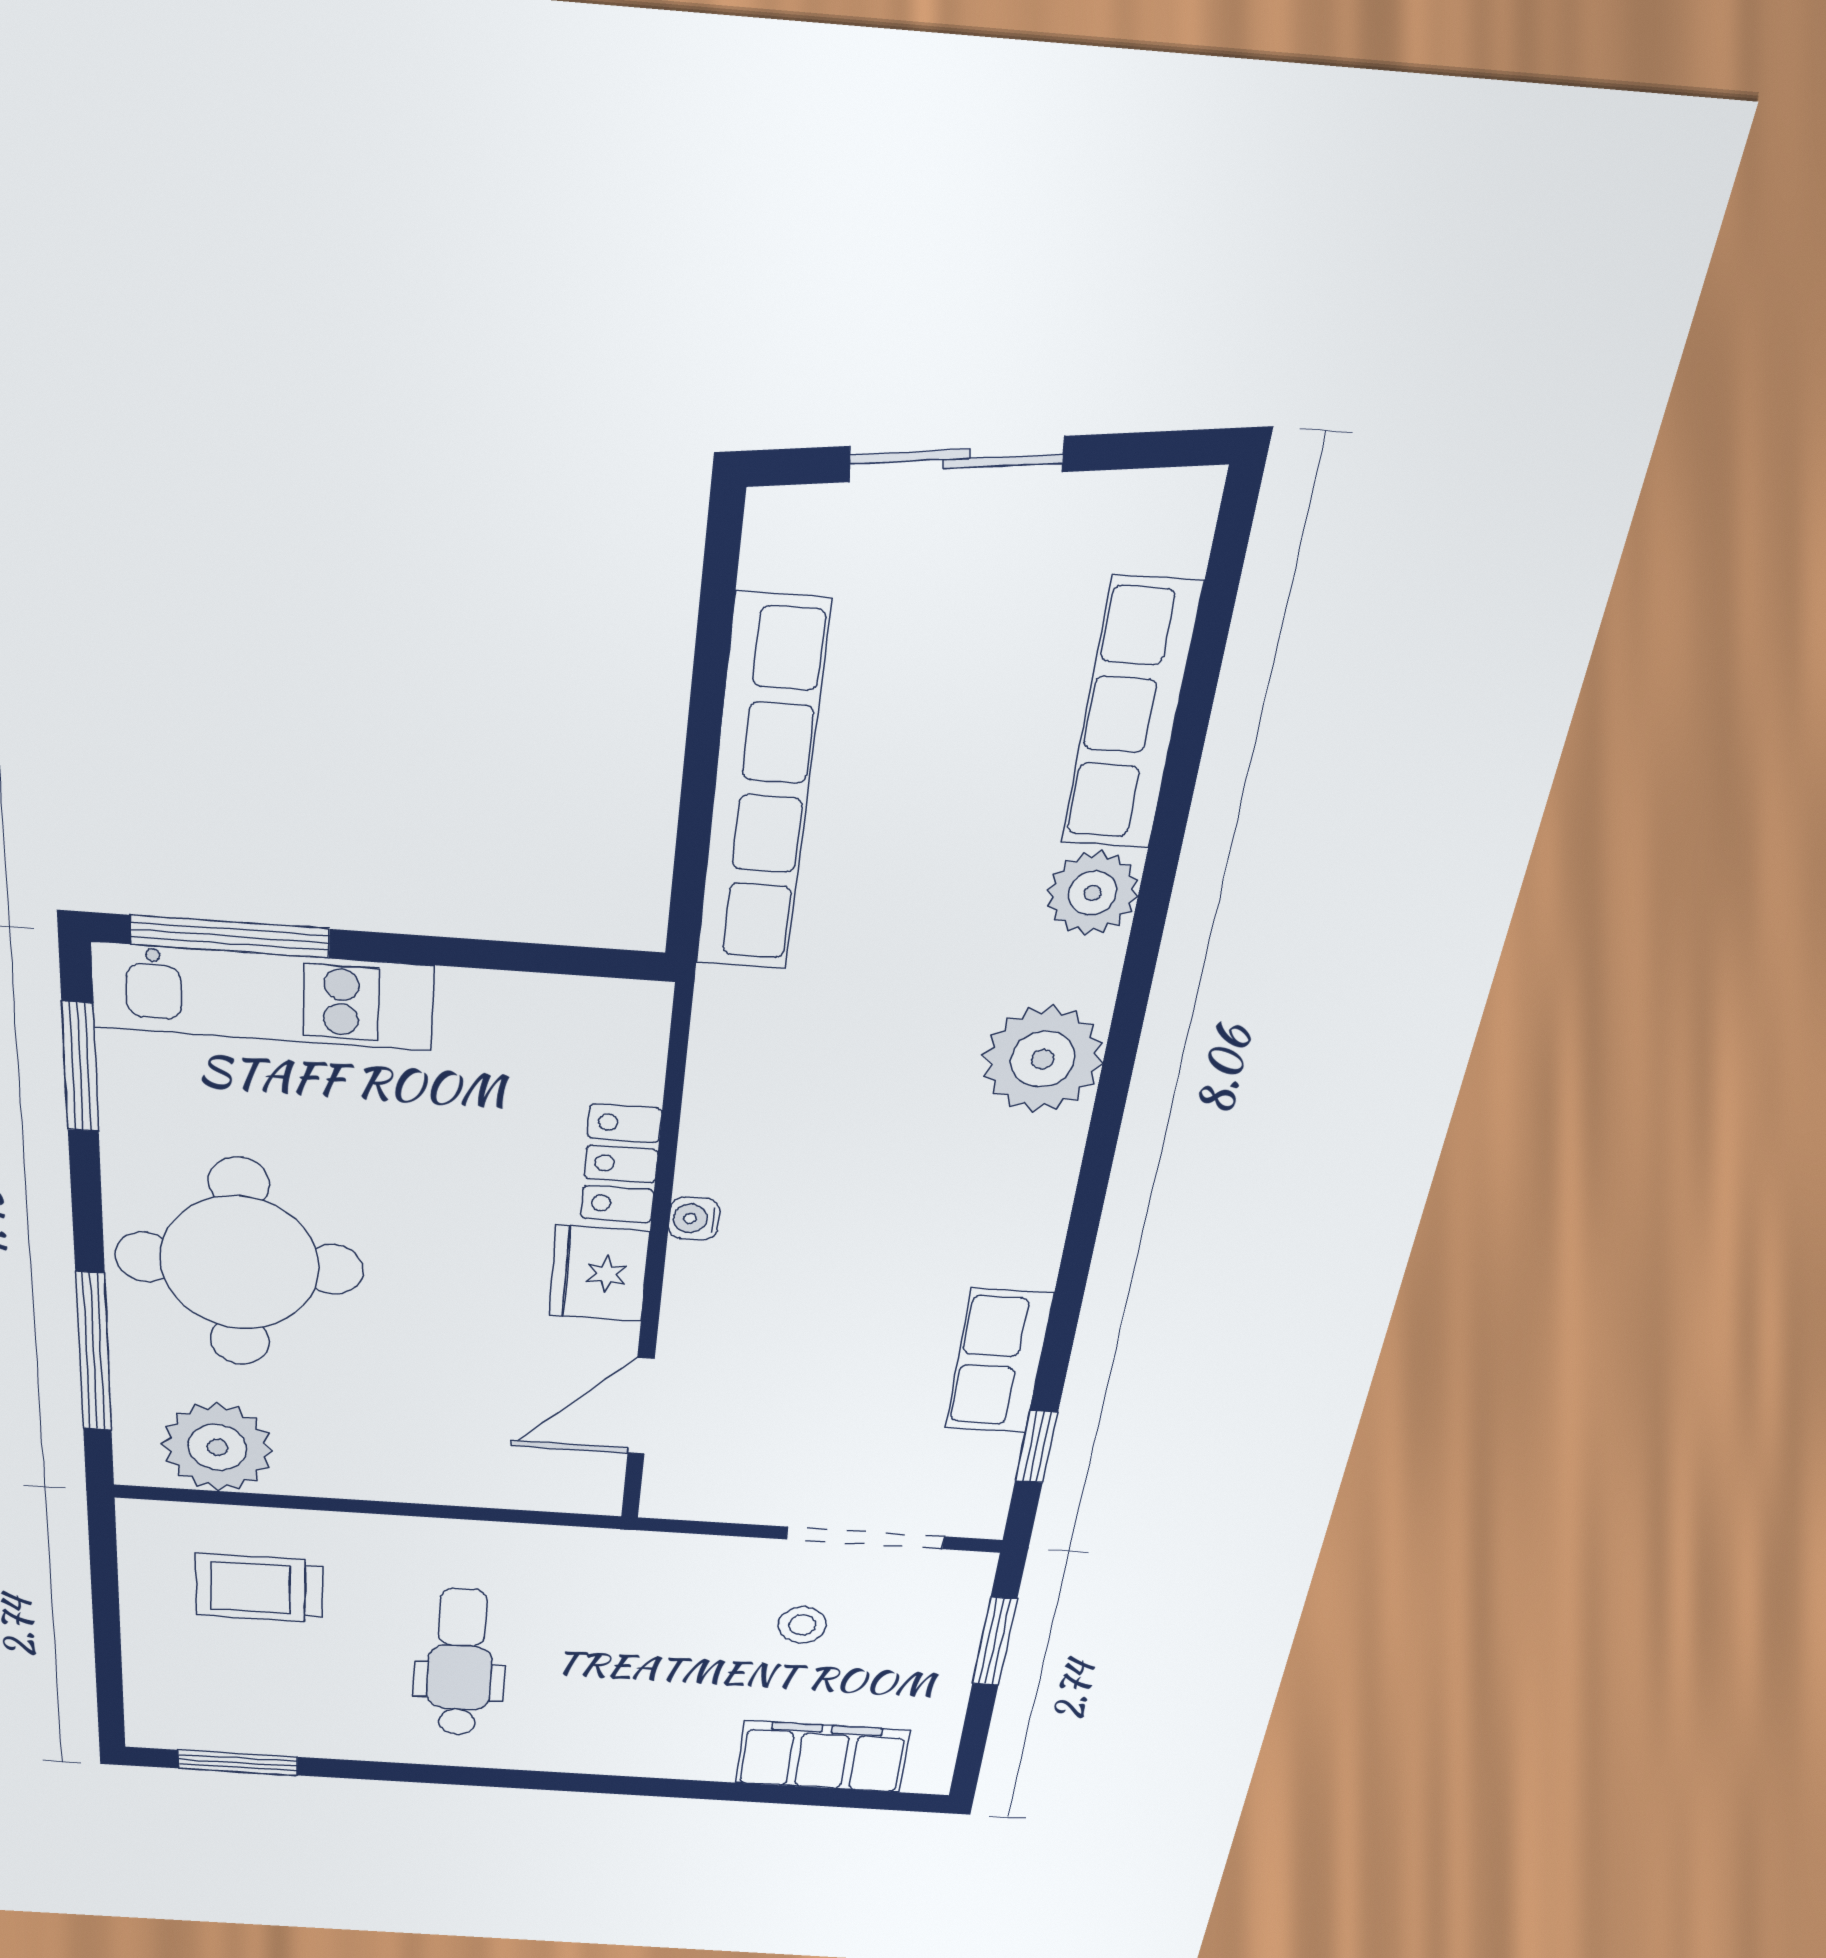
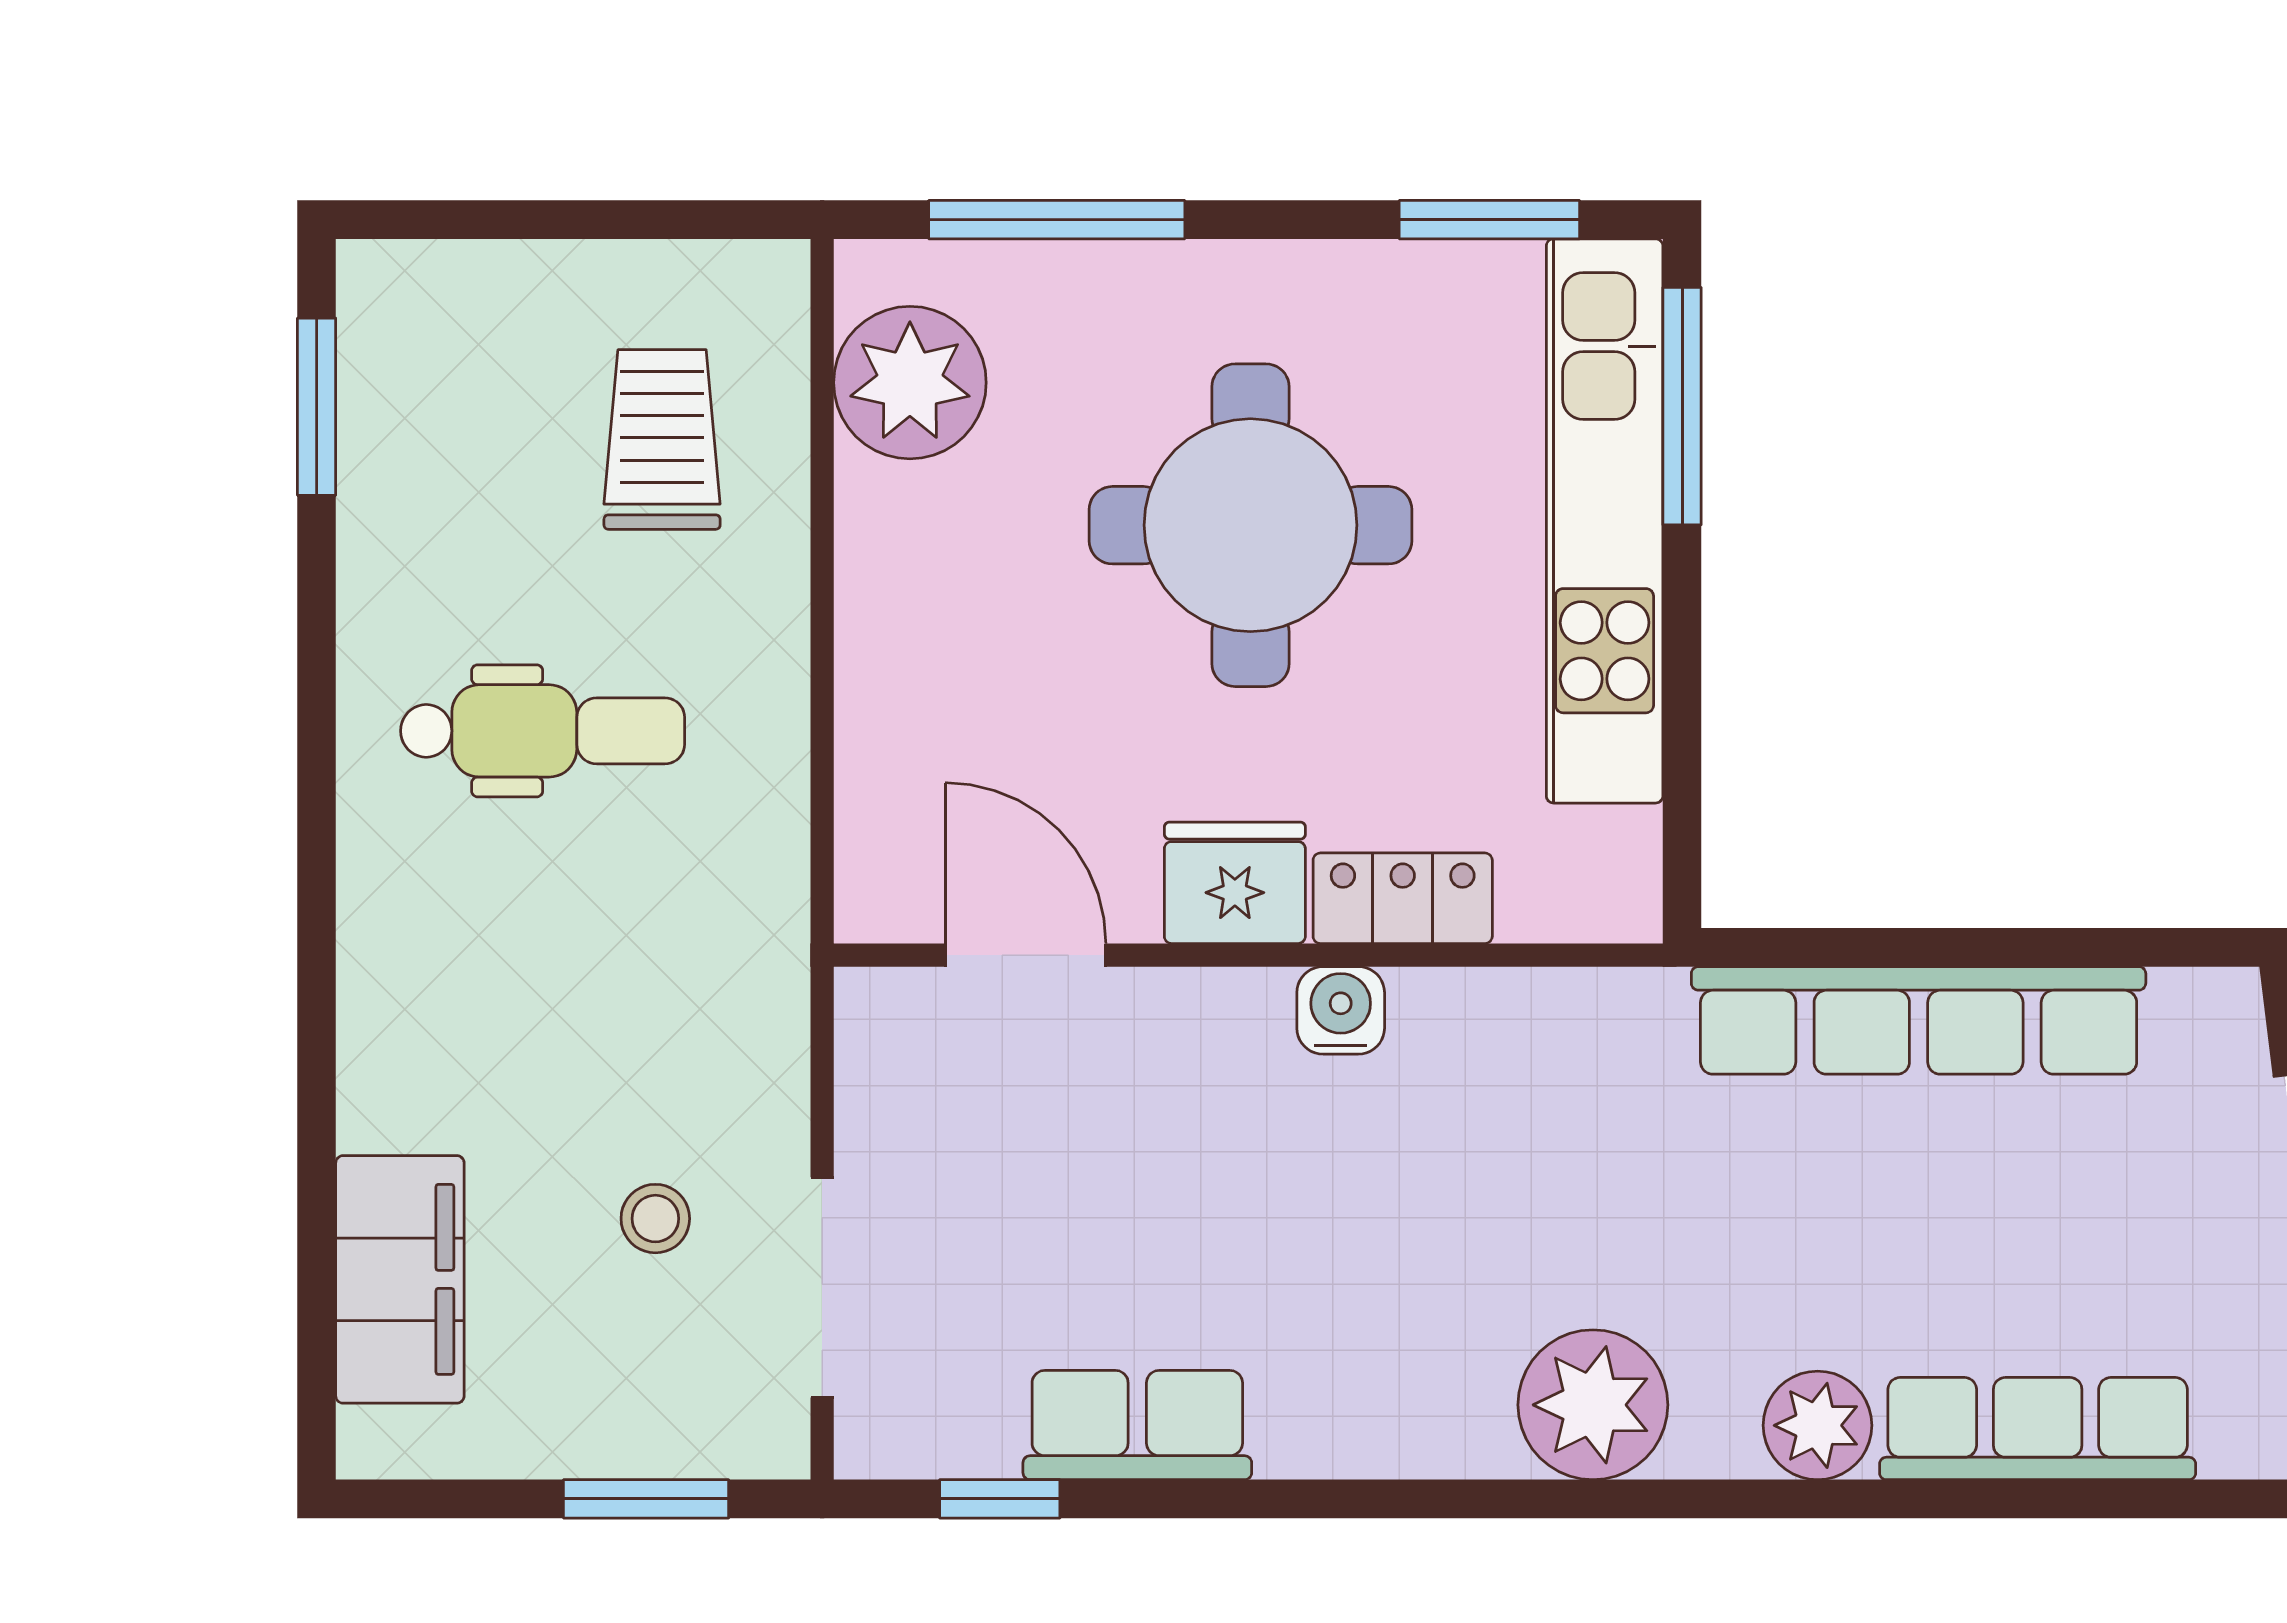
kitchen unit: (263, 997) -> (1605, 521), width x1.36
water cooler: (694, 1219) -> (1341, 1010), width x1.38, depth x1.38
round table: (239, 1263) -> (1250, 525), moved

